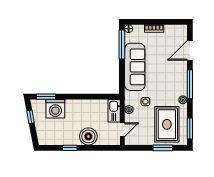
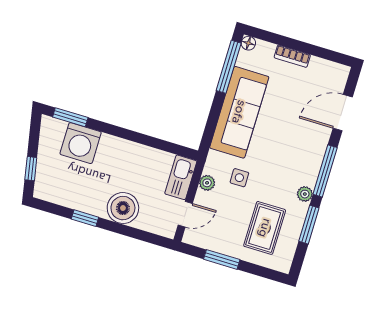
window: (31, 117) -> (31, 169), moved
rug: (167, 124) -> (265, 228), width x0.73, depth x0.70
window: (190, 129) -> (309, 225), moved
window: (163, 148) -> (222, 259), moved

